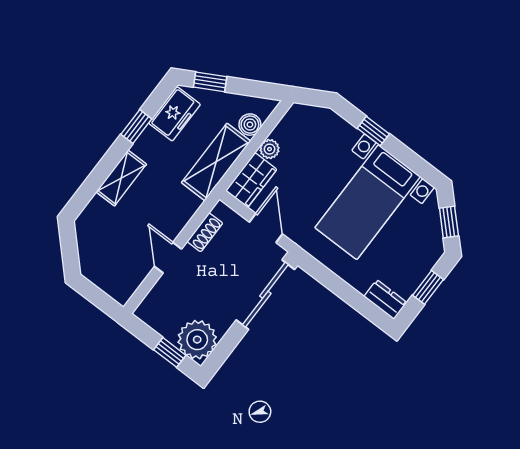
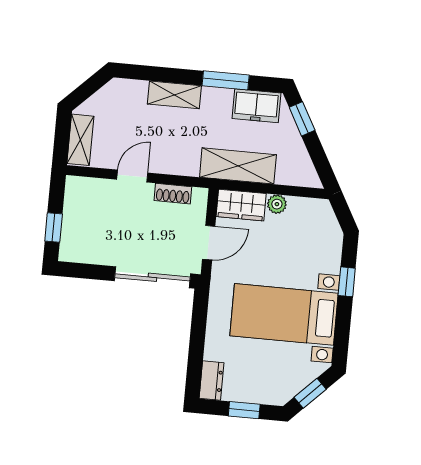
boiler: (250, 125) -> (287, 175), removed
window: (136, 127) -> (226, 80), width x1.50
shelving: (109, 282) -> (80, 140), added
plant: (197, 340) -> (79, 244), removed

